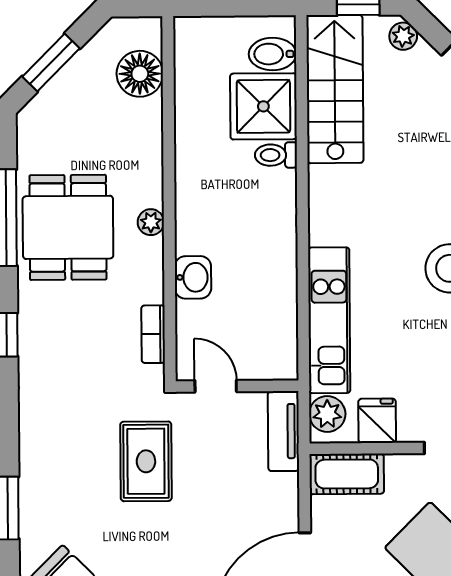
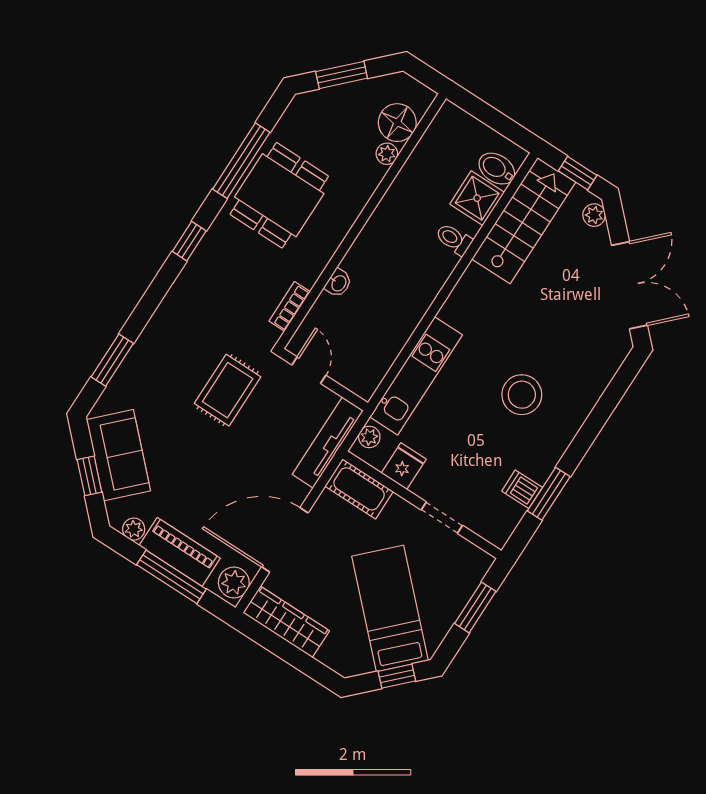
shower: (263, 106) -> (477, 198), width x0.73, depth x0.73
plant: (151, 222) -> (387, 154), moved
washbasin: (193, 277) -> (338, 283), width x0.72, depth x0.69
plant: (327, 414) -> (369, 437), width x0.73, depth x0.73
tv unit: (284, 431) -> (328, 442), width x1.41

